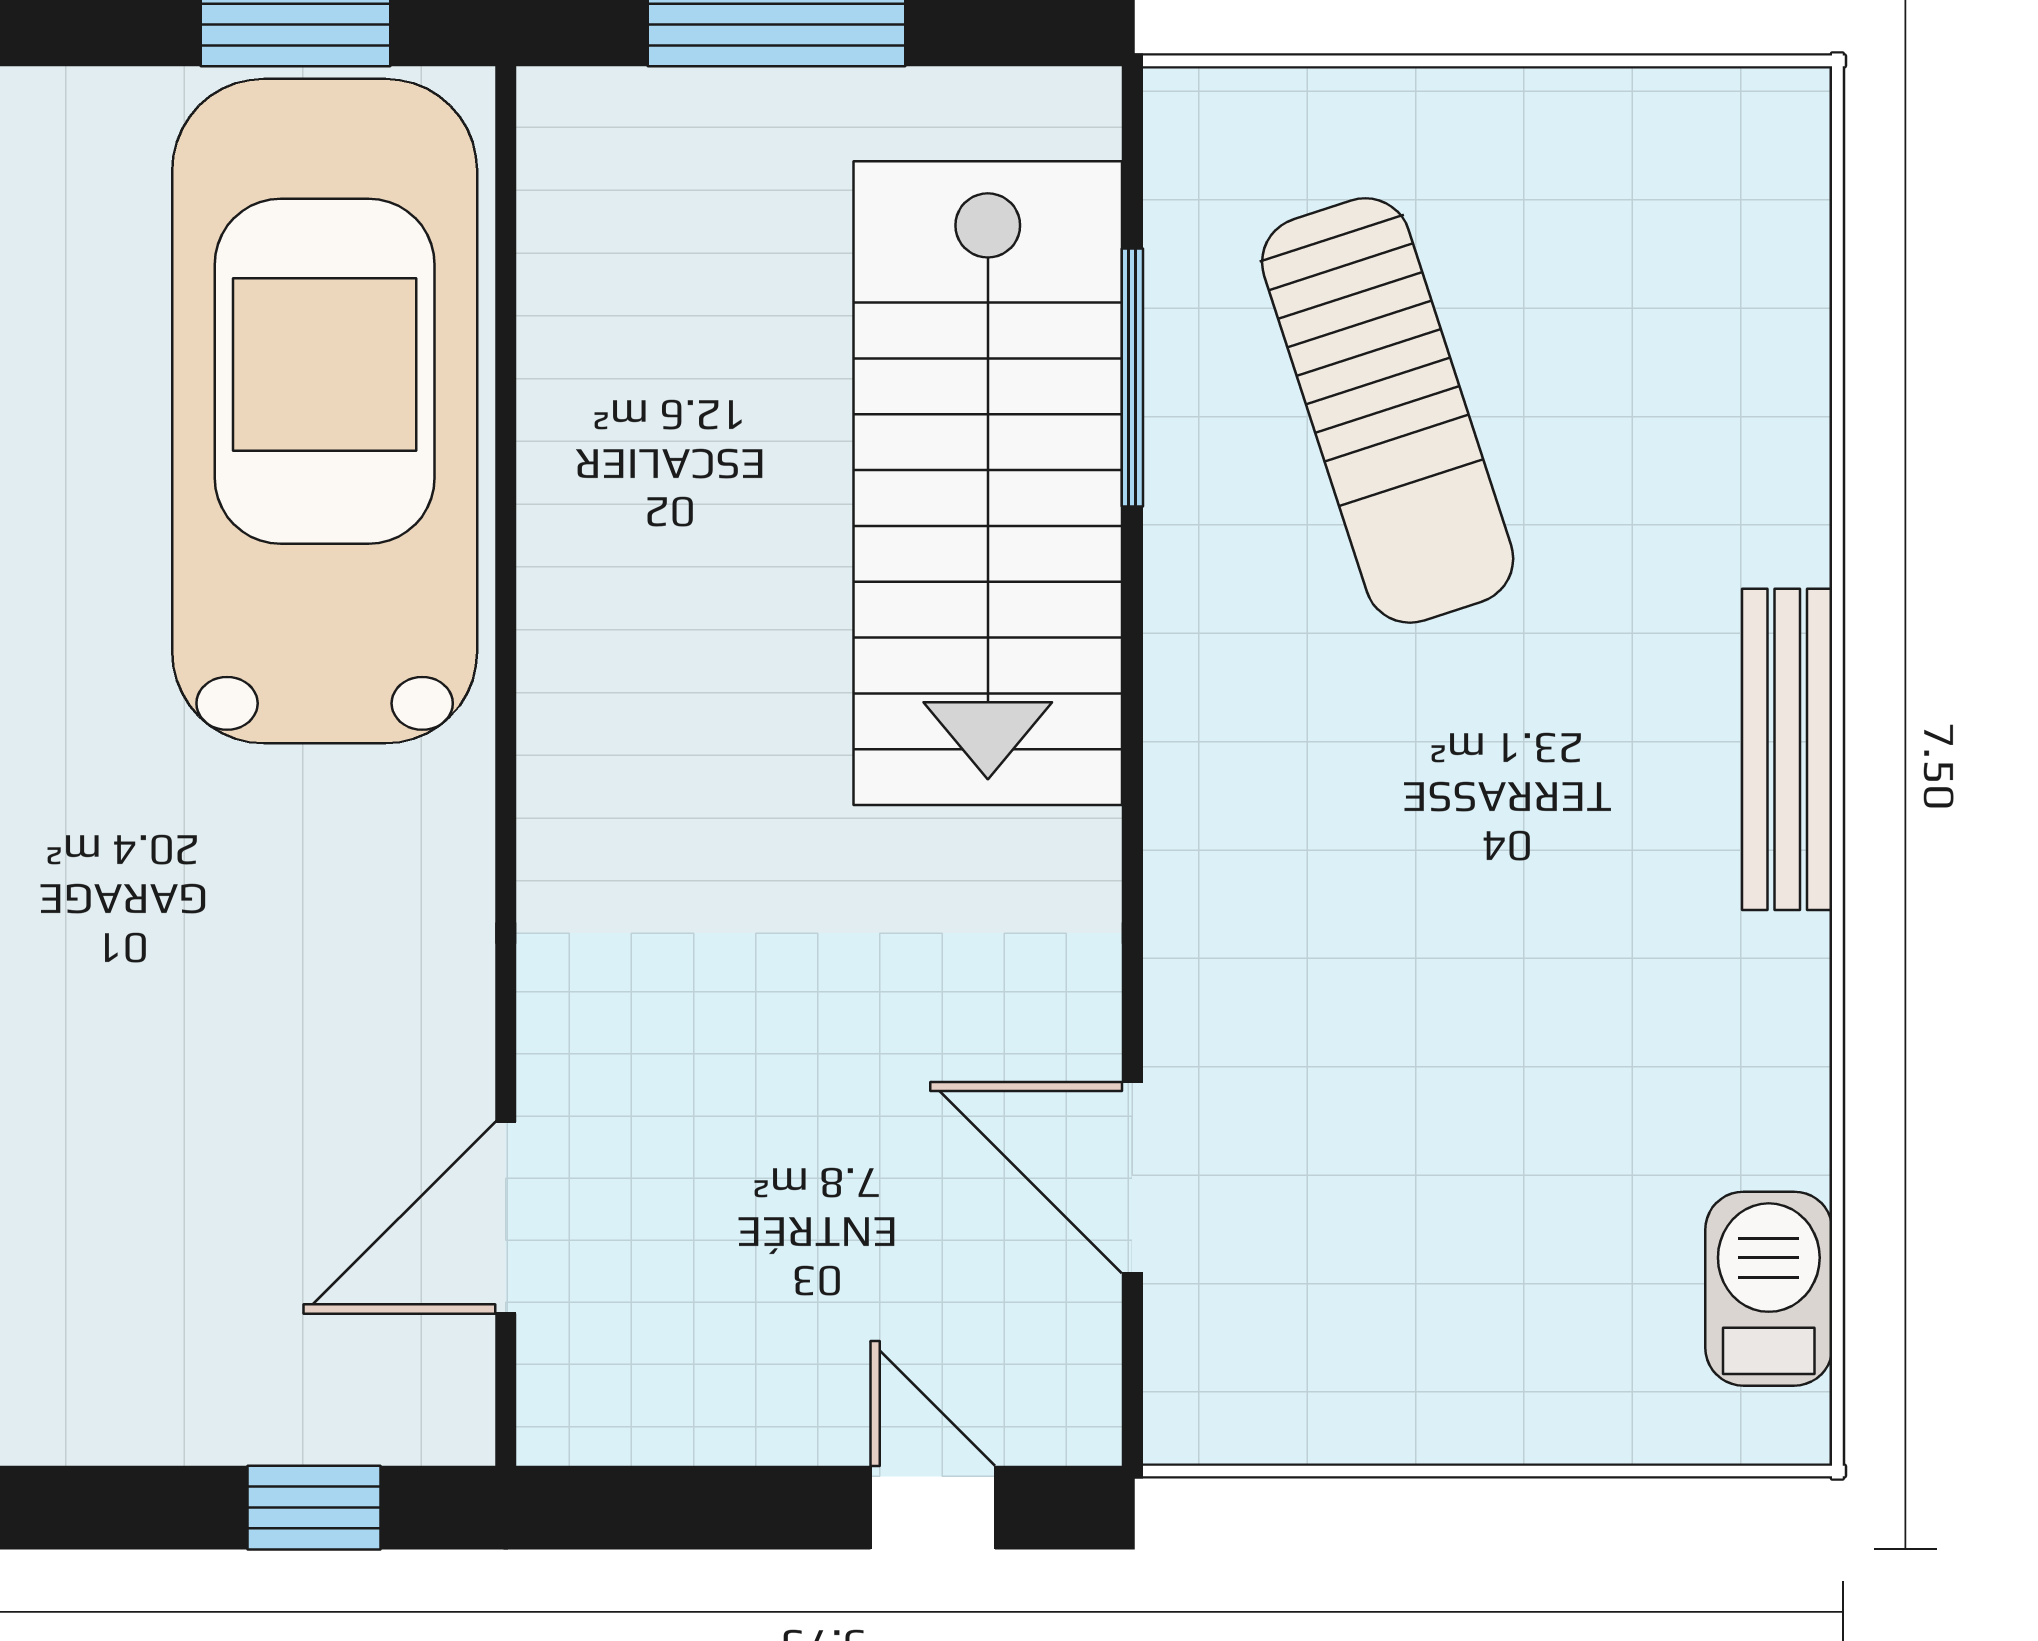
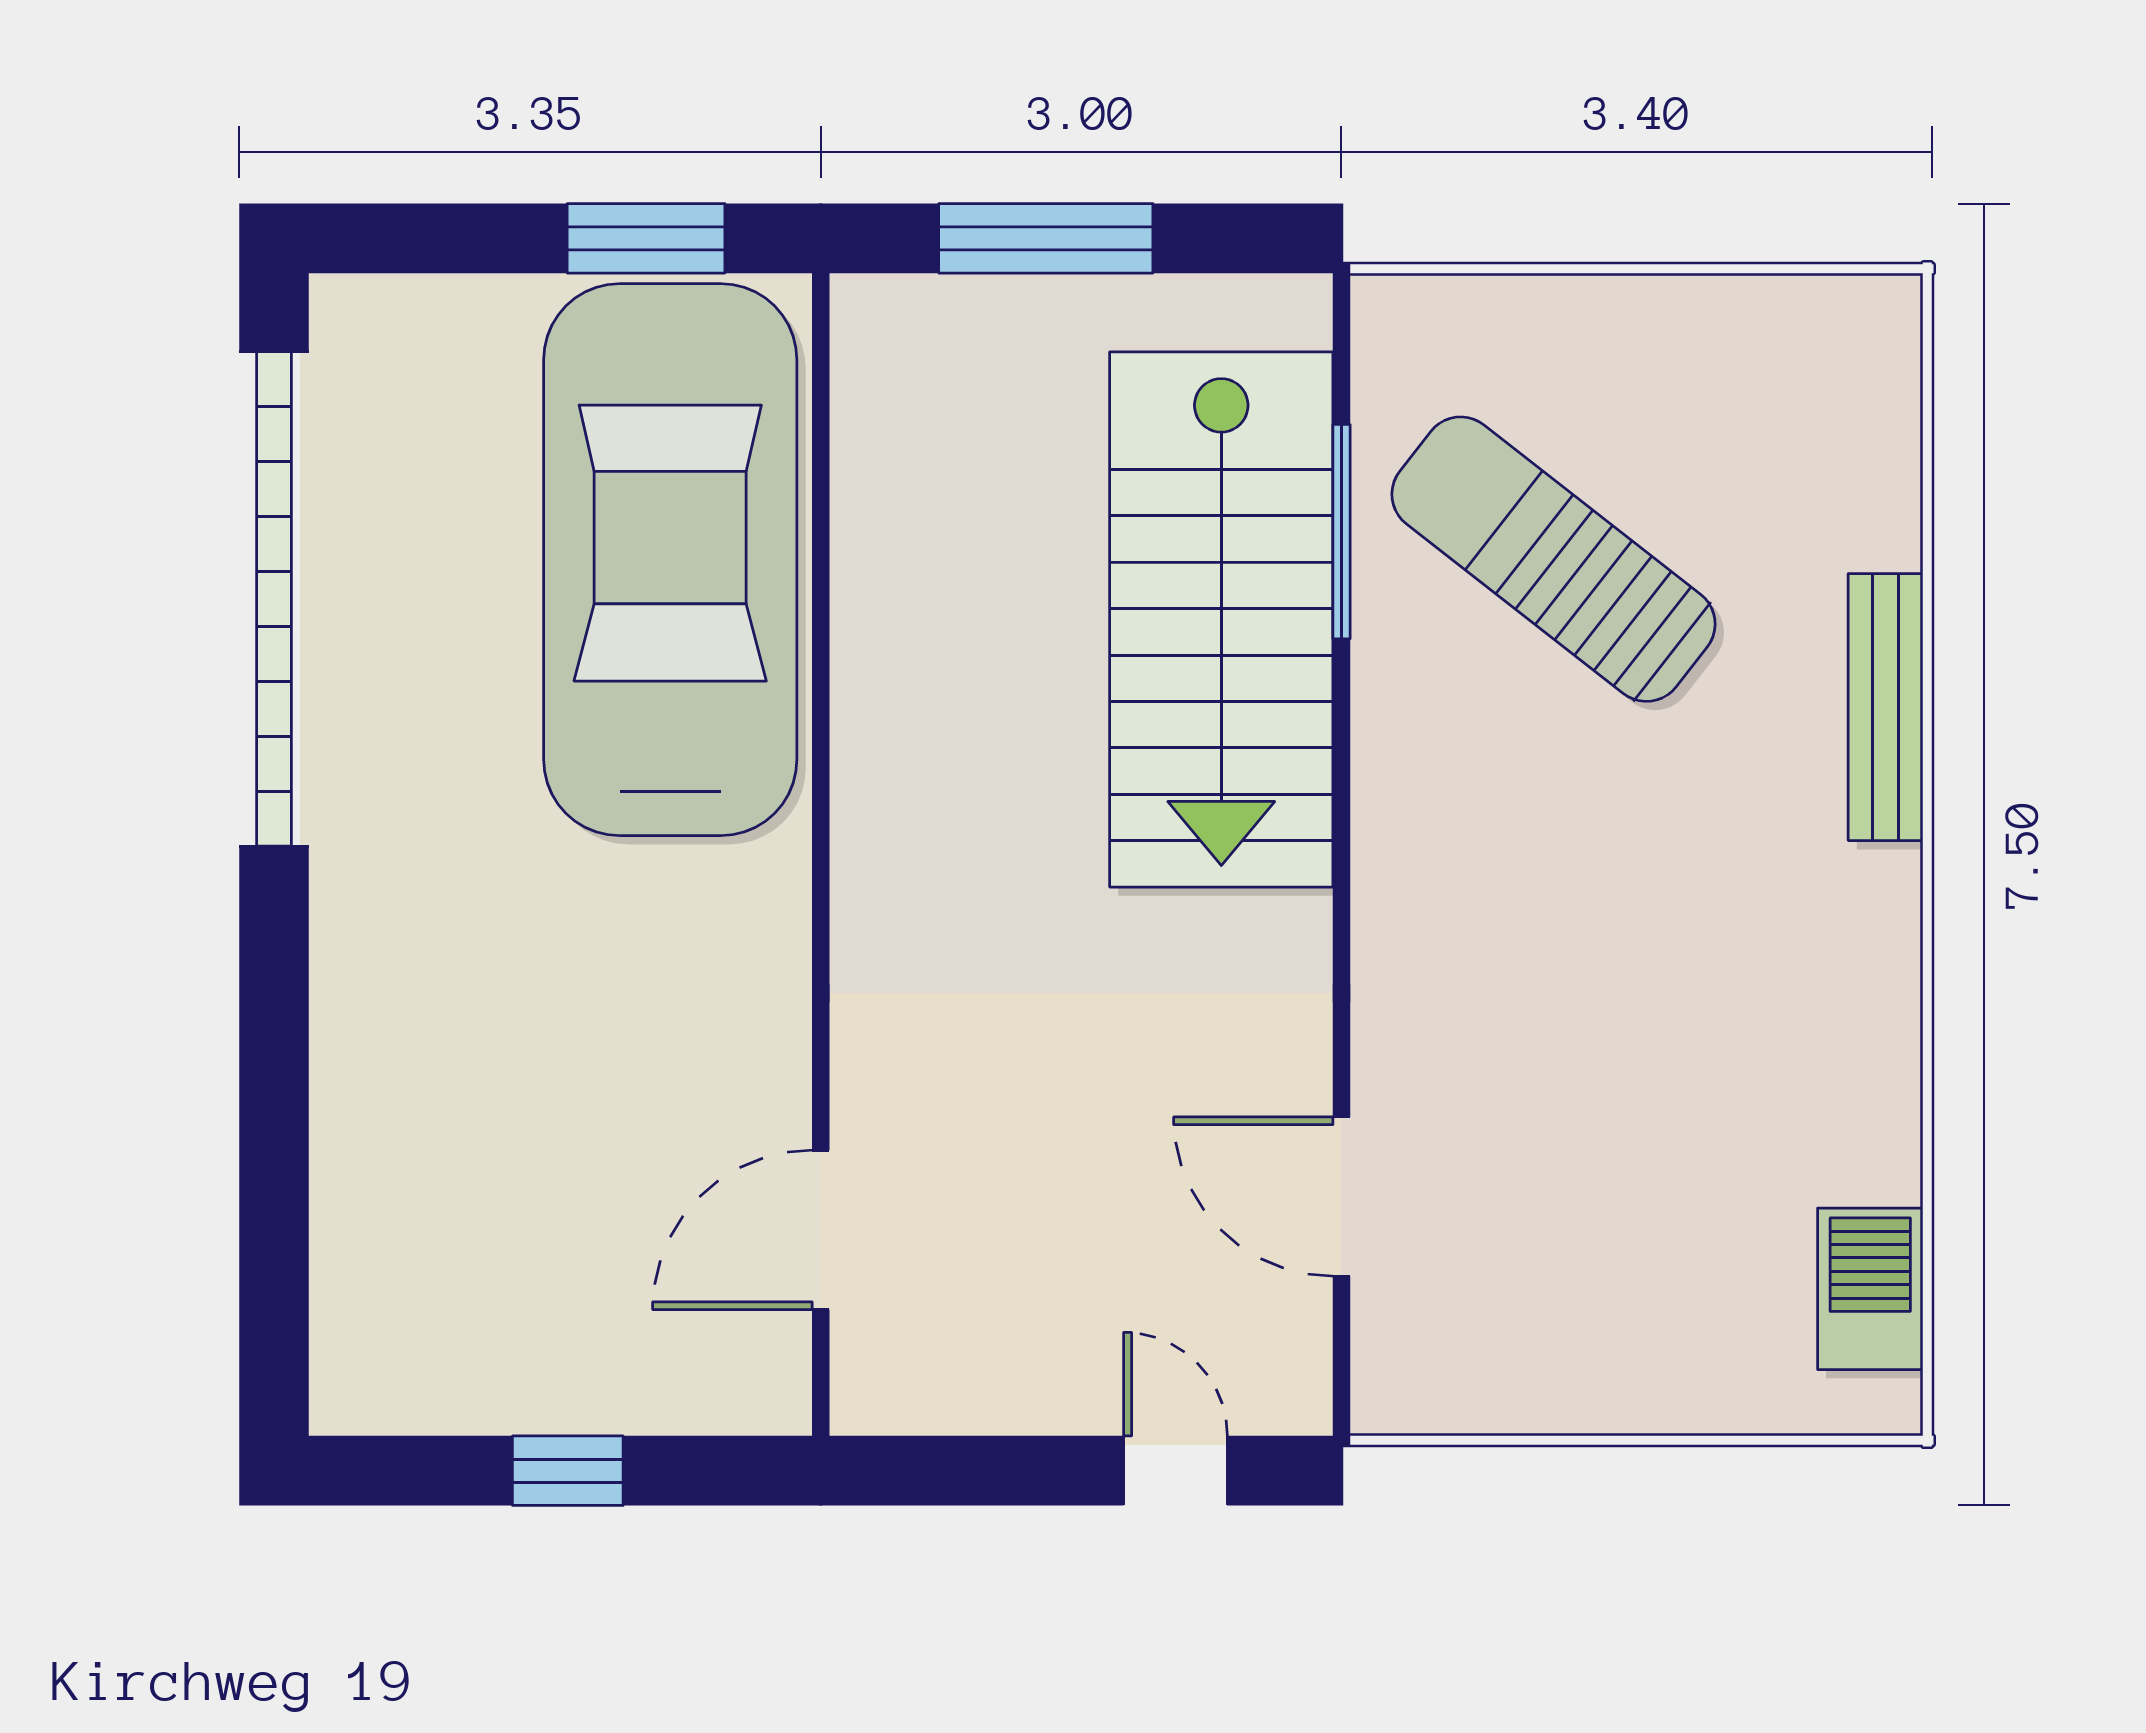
sun lounger: (1388, 410) -> (1554, 559), turned 146
bench: (1787, 749) -> (1886, 707), moved
window: (314, 1508) -> (568, 1471), moved

